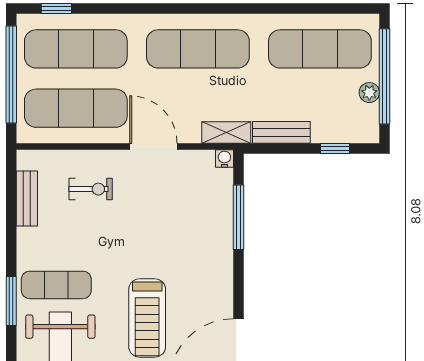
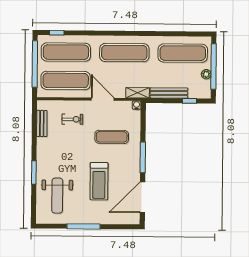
bench: (281, 132) -> (169, 93), width x1.36
window: (238, 217) -> (143, 157), moved
exercise mat: (56, 285) -> (112, 137), moved

